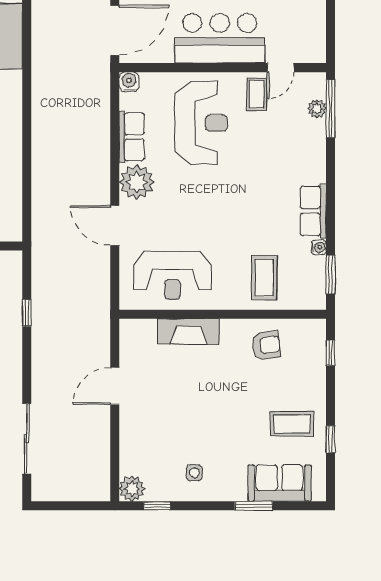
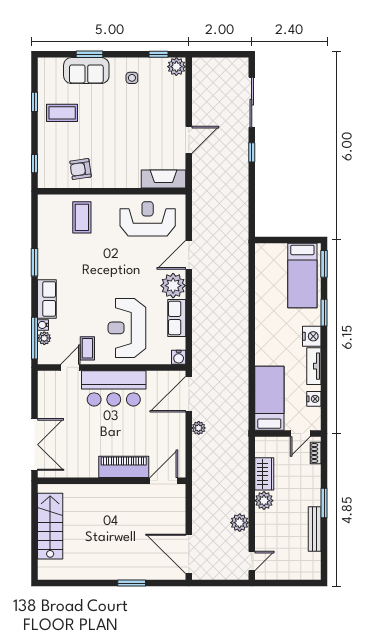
row of seats: (313, 211) -> (47, 299), moved
door: (115, 225) -> (189, 255), swing flipped
water cooler: (319, 247) -> (43, 325), moved
window: (331, 274) -> (35, 262), moved
window: (27, 313) -> (252, 152), moved
fireplace: (188, 331) -> (163, 179), moved
sofa: (279, 483) -> (86, 71), moved

